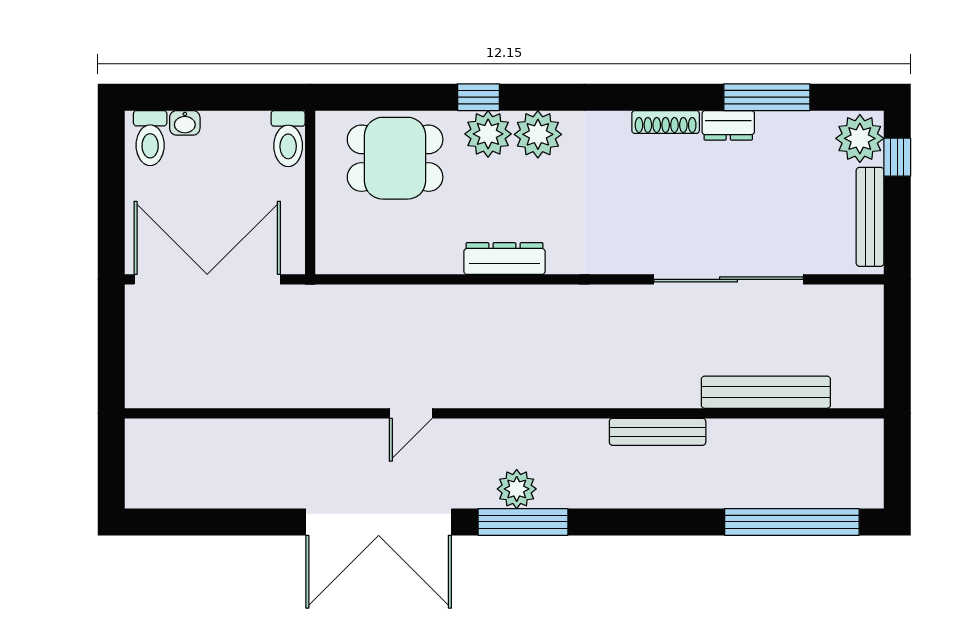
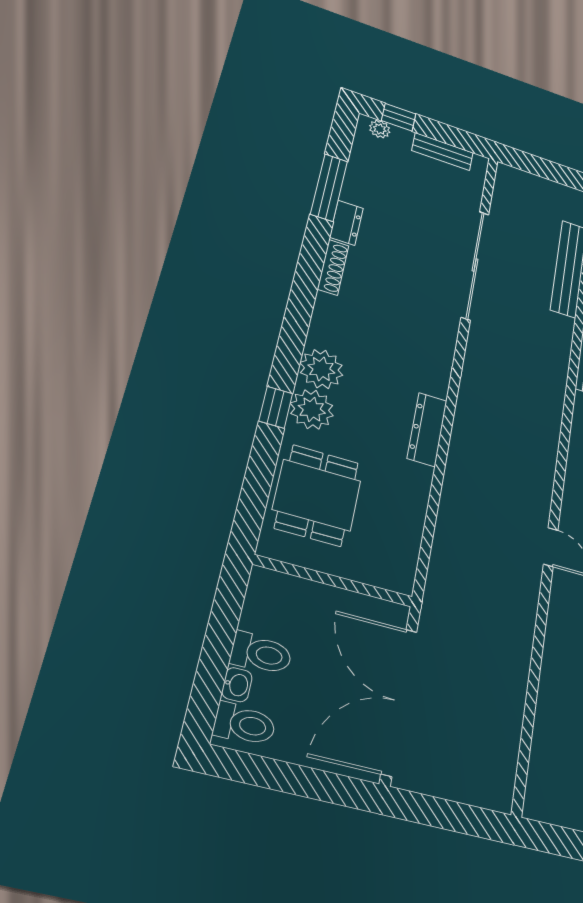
plant: (860, 138) -> (380, 129), width x0.53, depth x0.53
toilet: (288, 139) -> (261, 654), moved
bench: (870, 217) -> (442, 152), width x0.73

